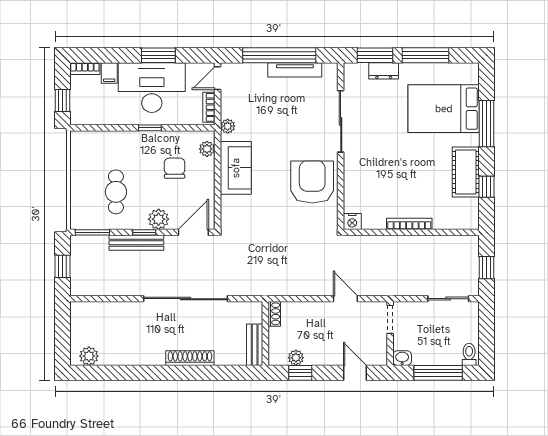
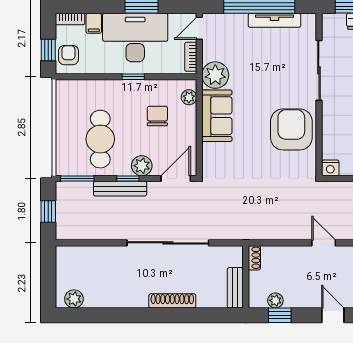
armchair: (83, 106) -> (68, 55), added
plant: (228, 126) -> (215, 75), width x1.88, depth x1.88
cafe table: (116, 192) -> (100, 139), width x1.37, depth x1.35

